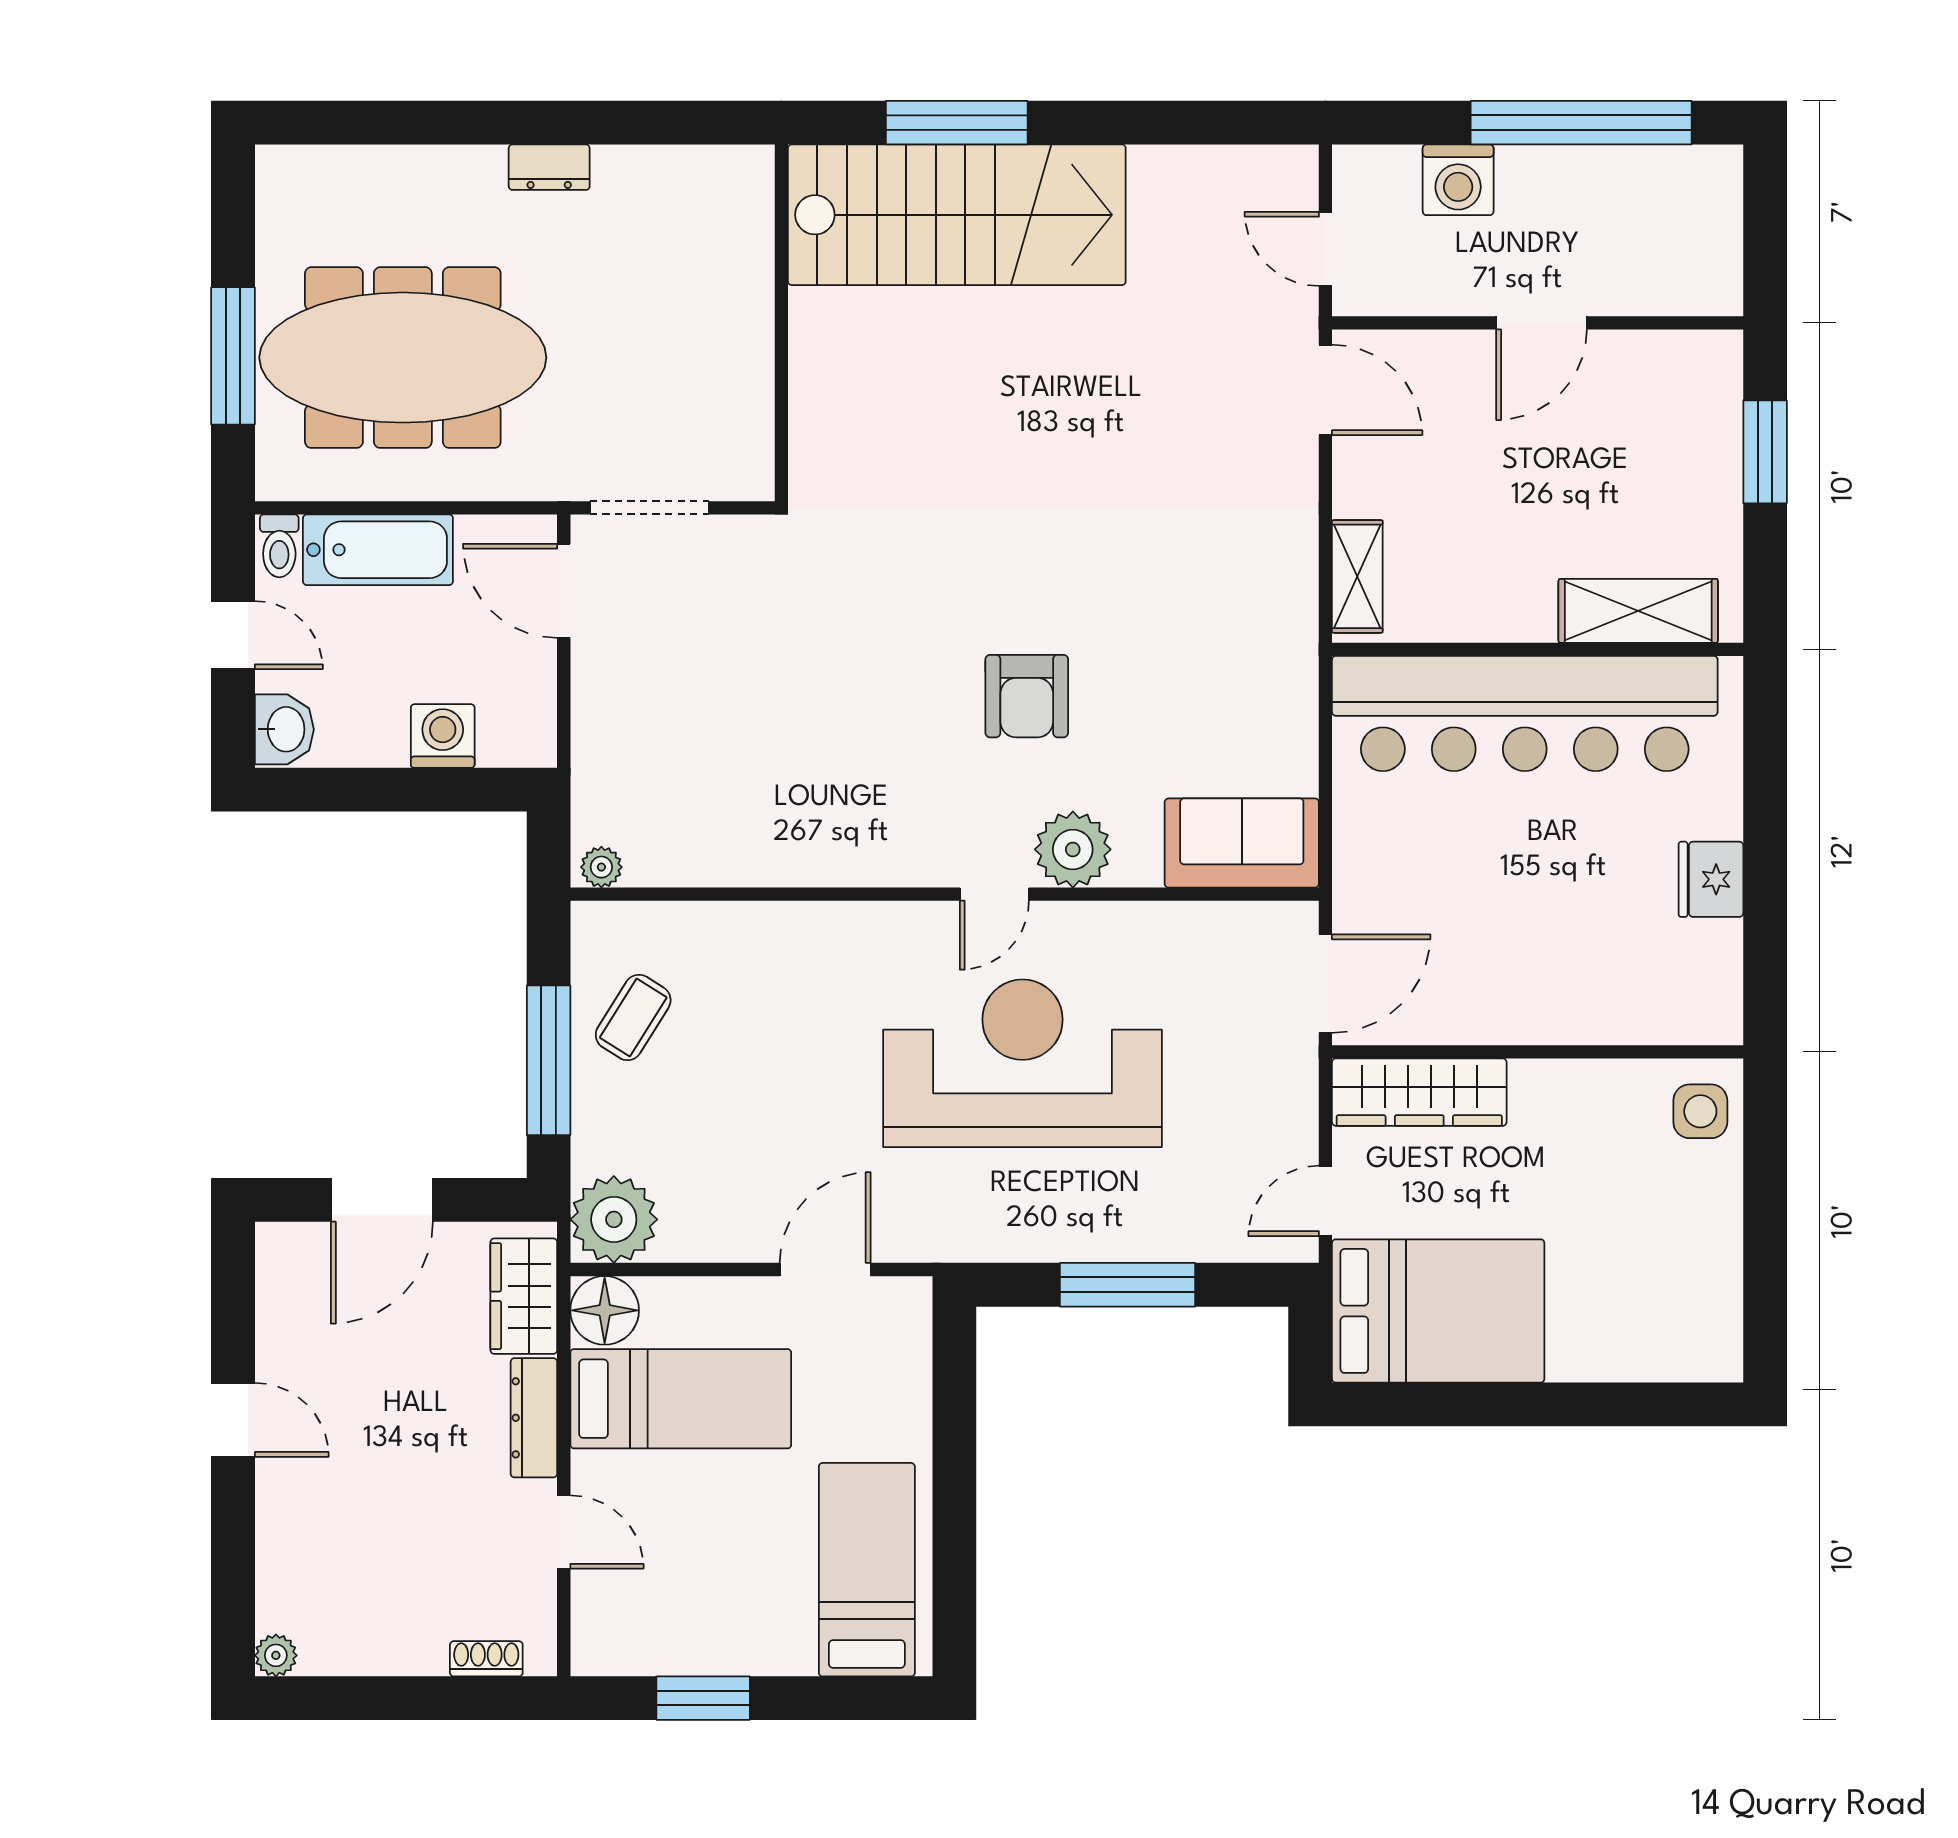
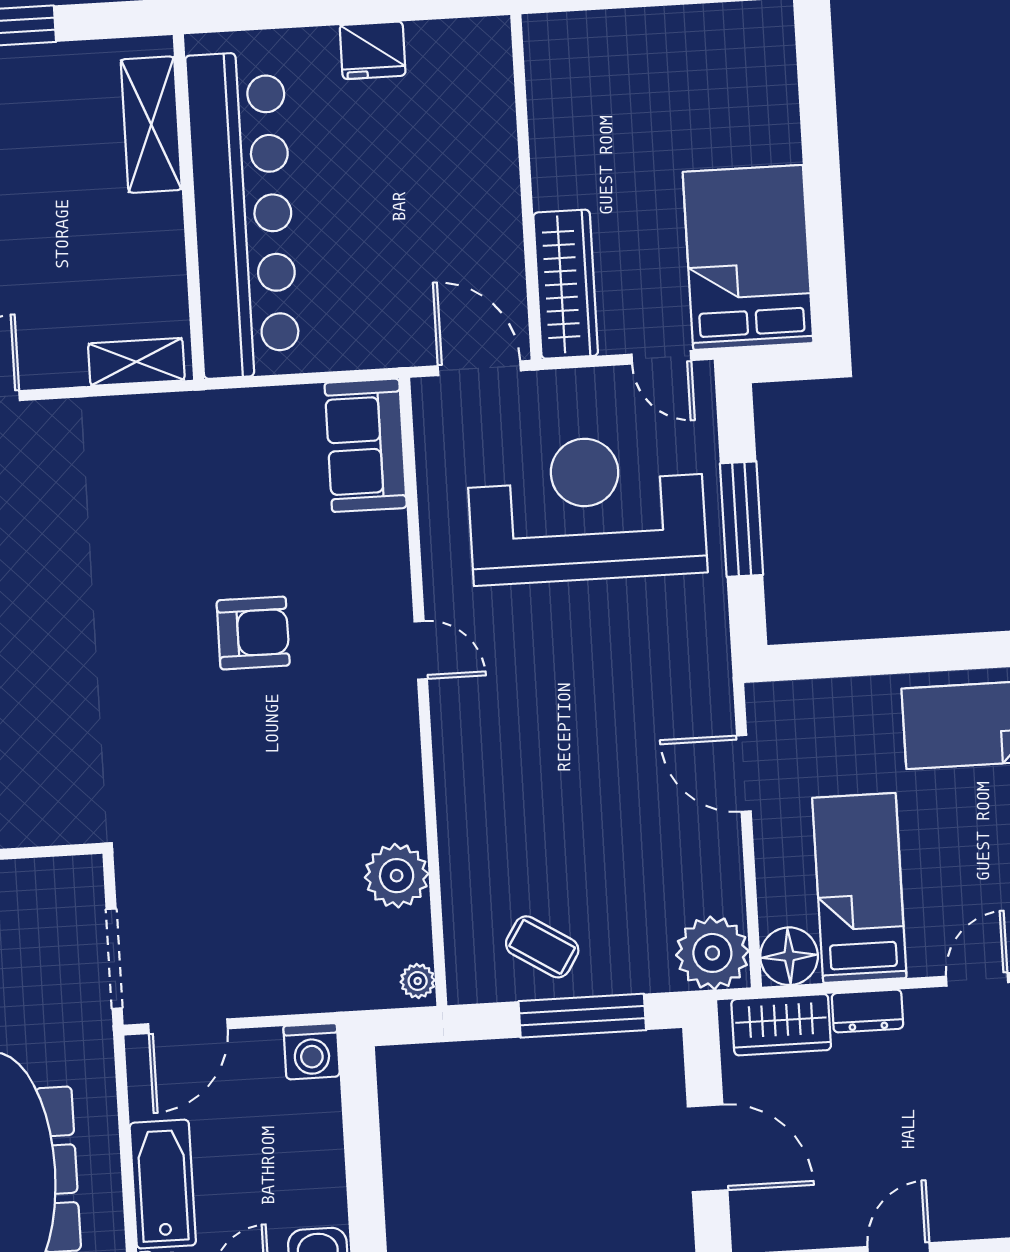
washing machine: (443, 736) -> (312, 1051), moved, turned -90
plant: (1073, 849) -> (397, 876), moved
reception desk: (1022, 1063) -> (587, 509), moved, turned 90
side table: (1700, 1111) -> (568, 48), removed
dresser: (534, 1418) -> (867, 1011), width x0.70

